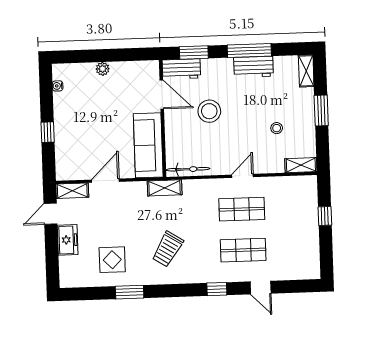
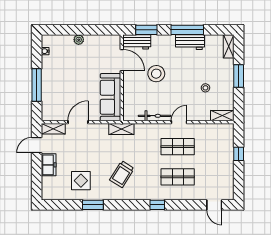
window: (48, 132) -> (37, 85), width x2.17
bicycle: (188, 169) -> (155, 116), moved
door: (261, 288) -> (214, 205), moved

